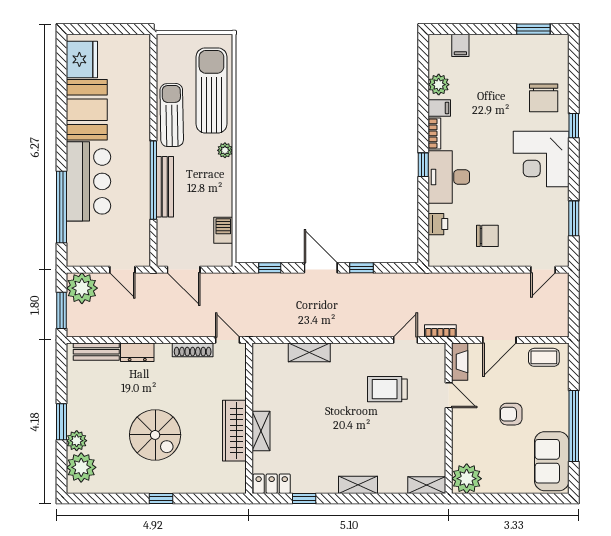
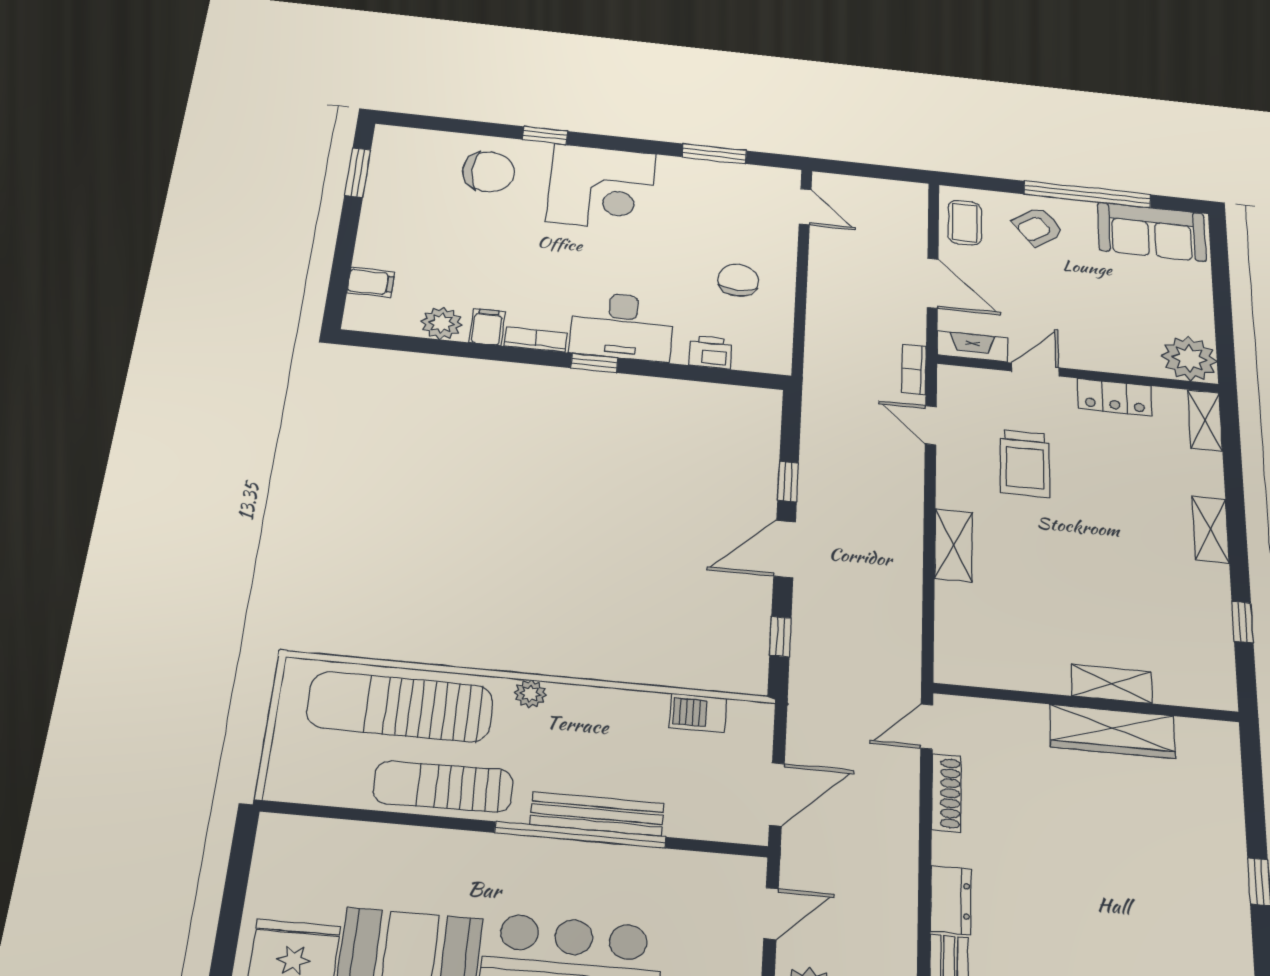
shelving: (309, 352) -> (953, 545), moved
armchair: (511, 414) -> (1038, 227), moved, turned 53
spiral stairs: (155, 435) -> (1126, 881), removed
locker: (272, 484) -> (1115, 397), moved, turned -90

